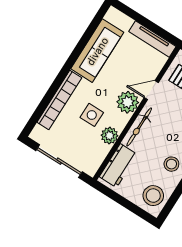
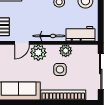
door: (151, 90) -> (22, 43), hinge flipped

